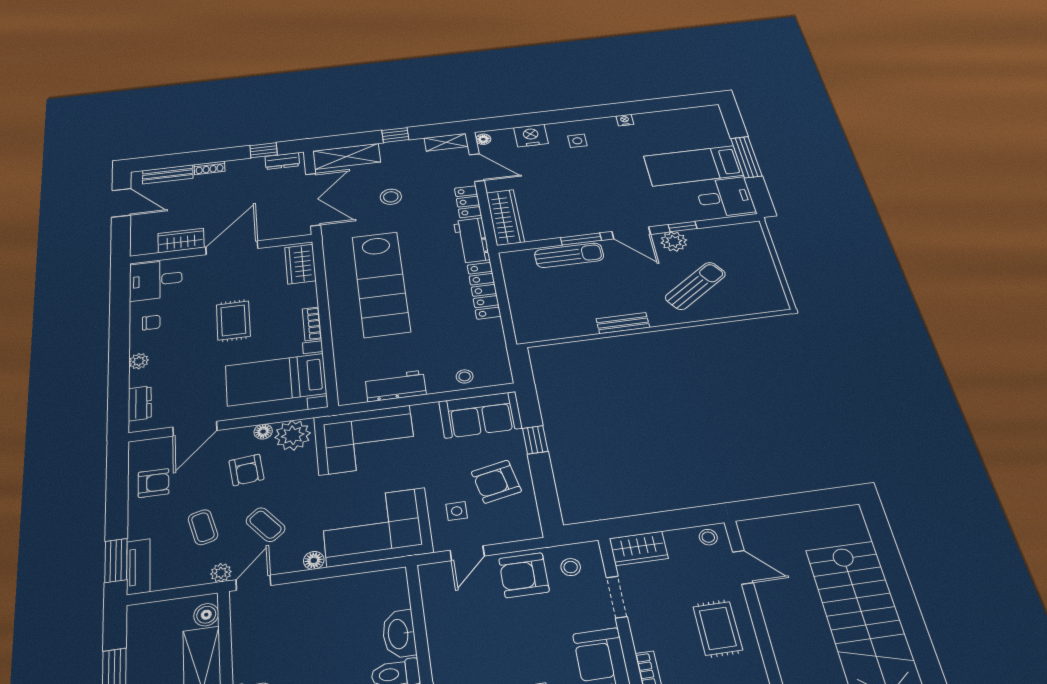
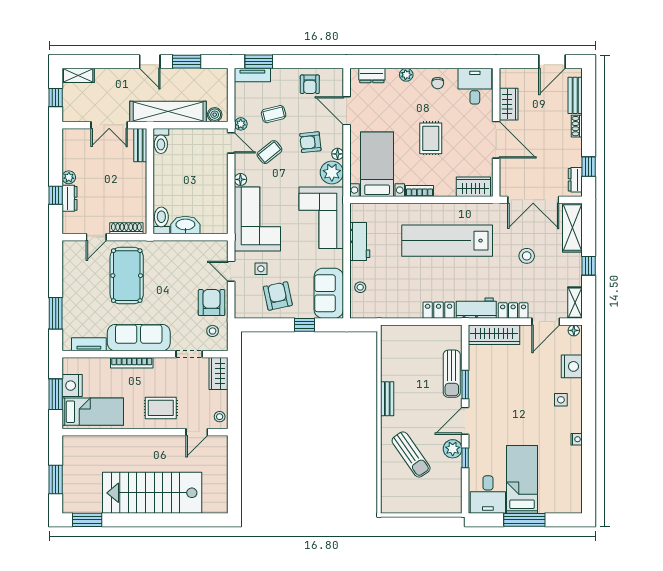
locker: (484, 290) -> (439, 310), width x0.66
rug: (233, 320) -> (431, 138), turned 90

